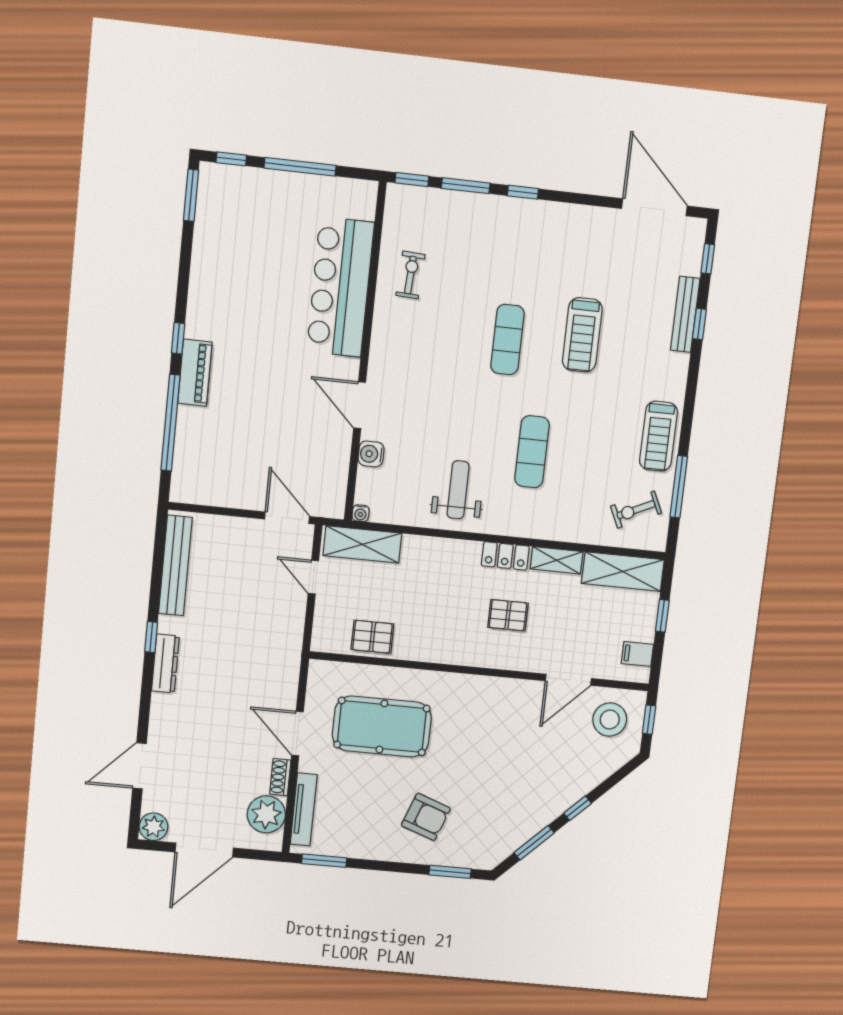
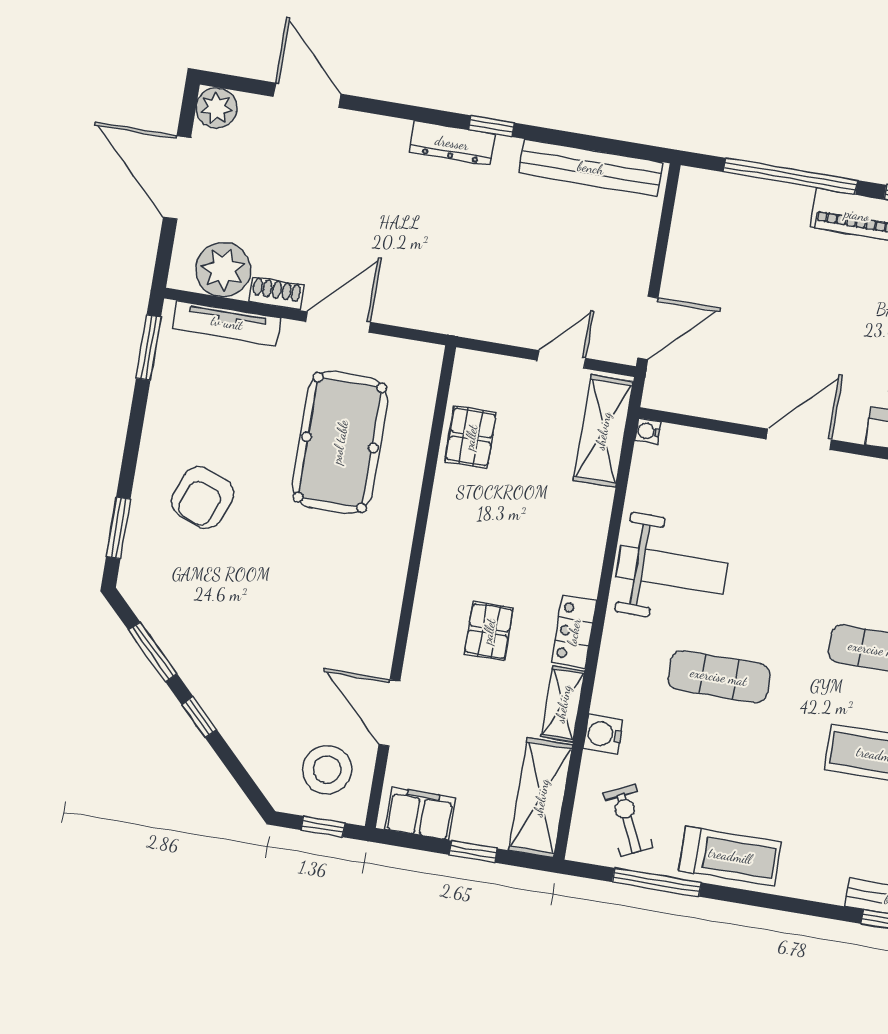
treadmill: (658, 436) -> (730, 856), turned 180
water cooler: (371, 454) -> (603, 734), moved, turned -90
weight bench: (458, 490) -> (672, 570), width x1.36, depth x1.33
filing cabinet: (637, 654) -> (420, 814), width x2.00

